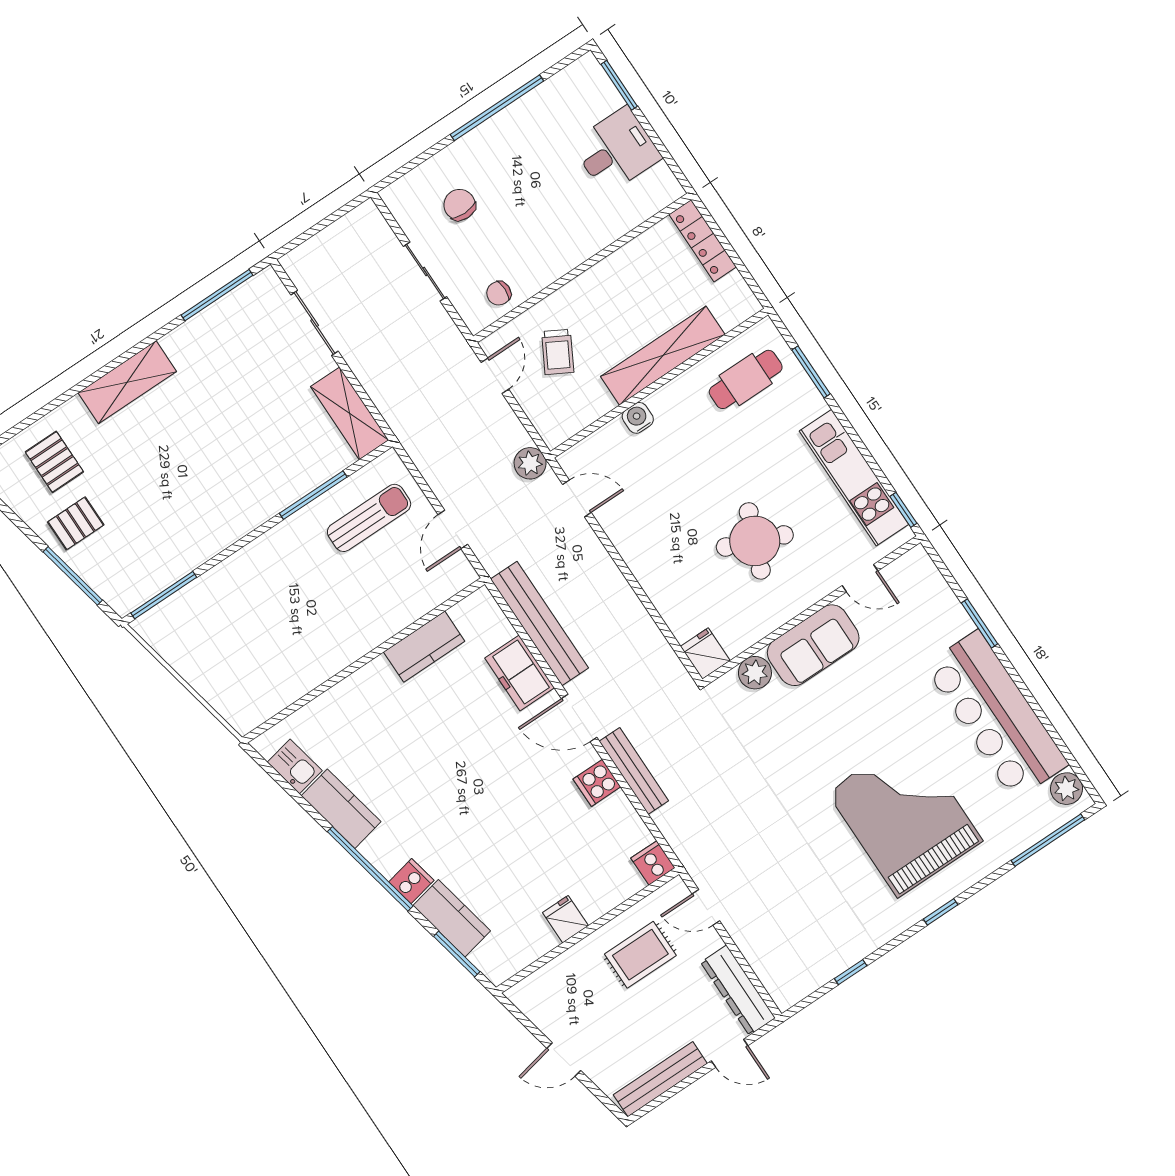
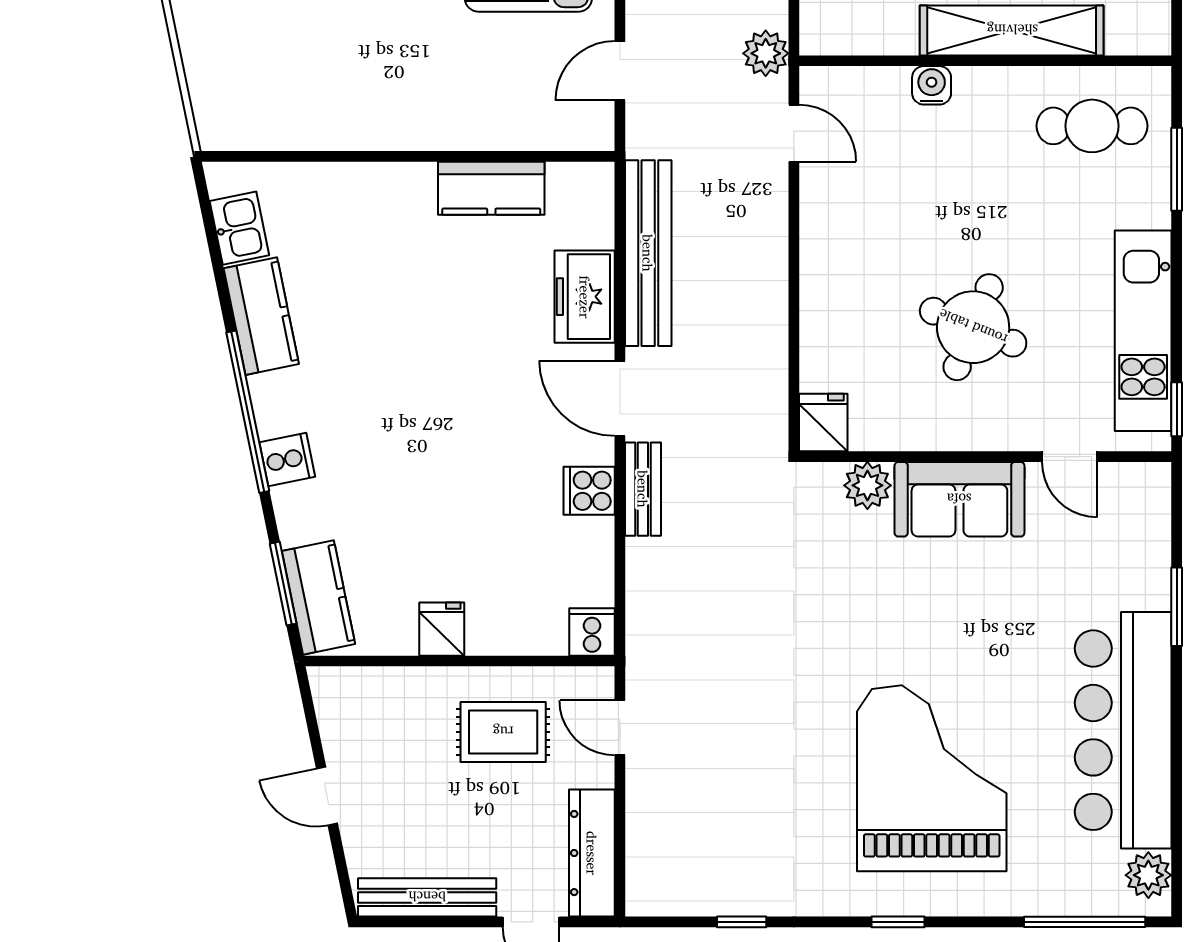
bench: (634, 771) -> (643, 489), width x0.73
kitchen counter: (452, 918) -> (318, 598), moved

